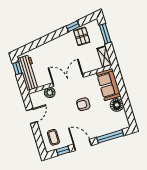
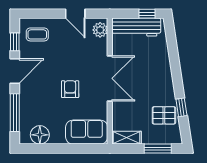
plant: (50, 93) -> (100, 30), moved
floor lamp: (117, 105) -> (40, 135), moved

